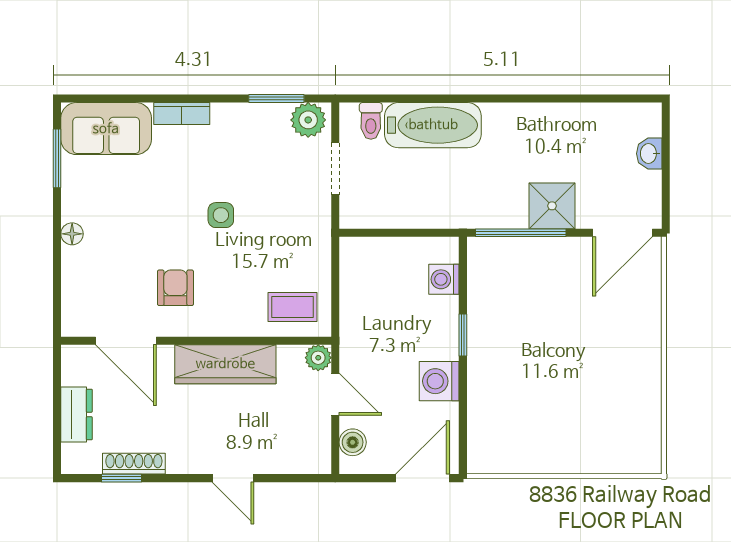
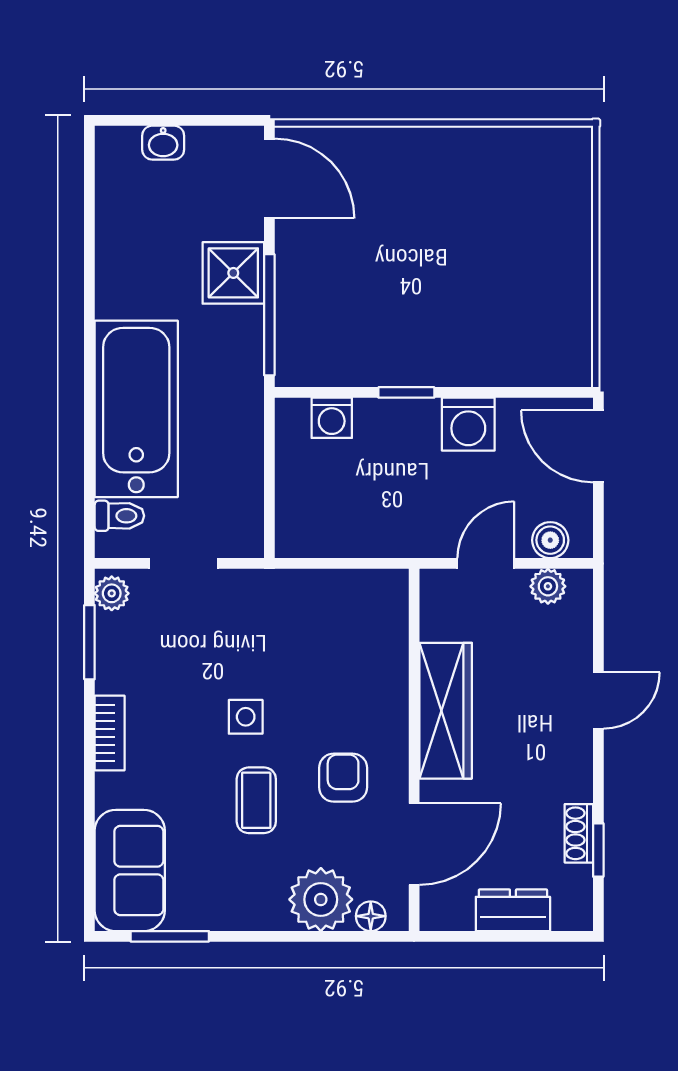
bookcase: (182, 114) -> (110, 733), moved
plant: (308, 120) -> (112, 593), width x0.73, depth x0.73
bathtub: (433, 125) -> (136, 409), width x1.36, depth x1.36
floor lamp: (72, 234) -> (371, 916), moved
plant: (85, 271) -> (321, 899), added
armchair: (175, 288) -> (343, 778), turned 90
coffee table: (293, 307) -> (256, 800), moved
plant: (318, 358) -> (548, 586), moved
shoe rack: (134, 464) -> (579, 833), width x0.70

